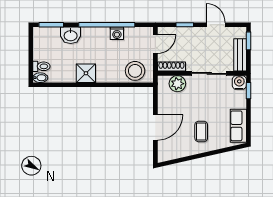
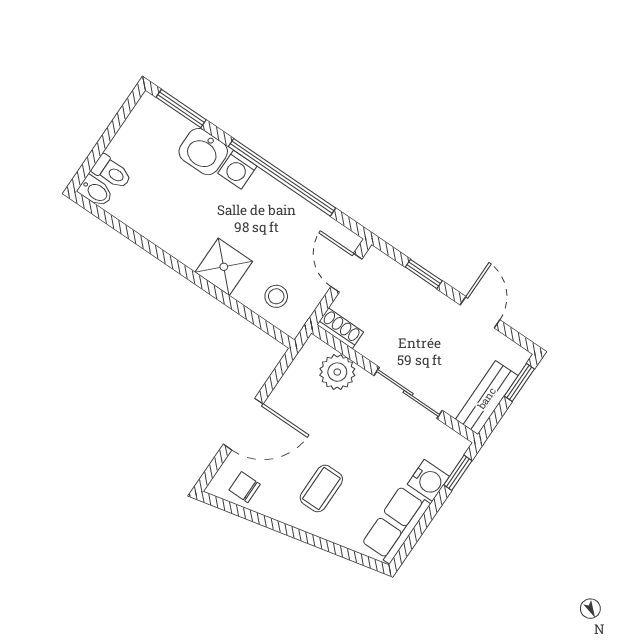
washing machine: (117, 33) -> (237, 170), moved
door: (155, 44) -> (346, 273), swing flipped
shoe rack: (171, 67) -> (340, 328), width x0.70
stool: (135, 71) -> (276, 296), width x0.53, depth x0.53
shower: (86, 73) -> (224, 267), moved
water cooler: (239, 83) -> (428, 480), moved, turned 90
chair: (172, 151) -> (245, 487), added

